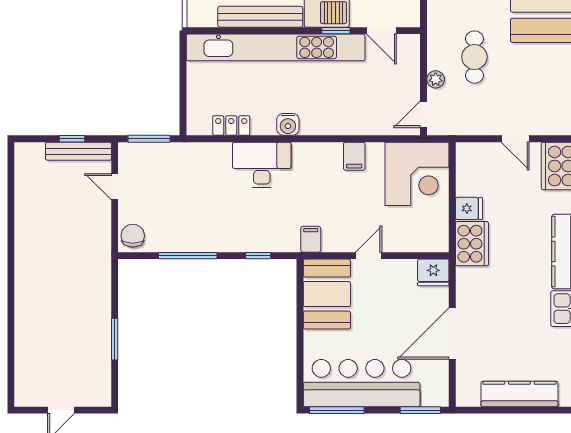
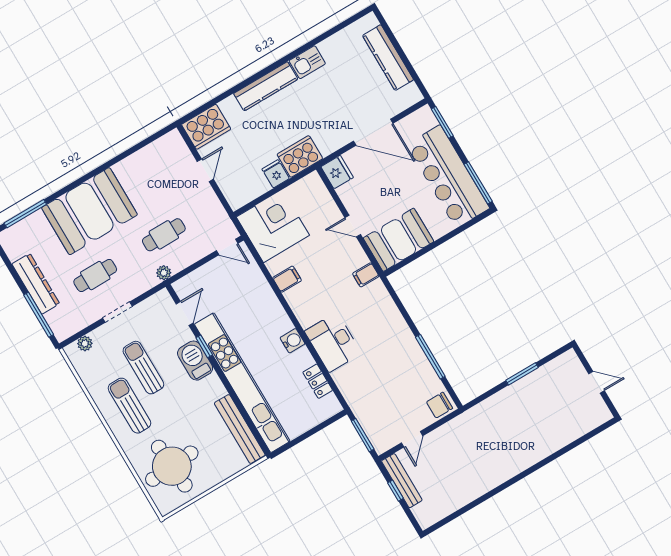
bench: (260, 17) -> (240, 429), moved
plant: (436, 79) -> (164, 273), moved
window: (258, 256) -> (400, 306), removed

